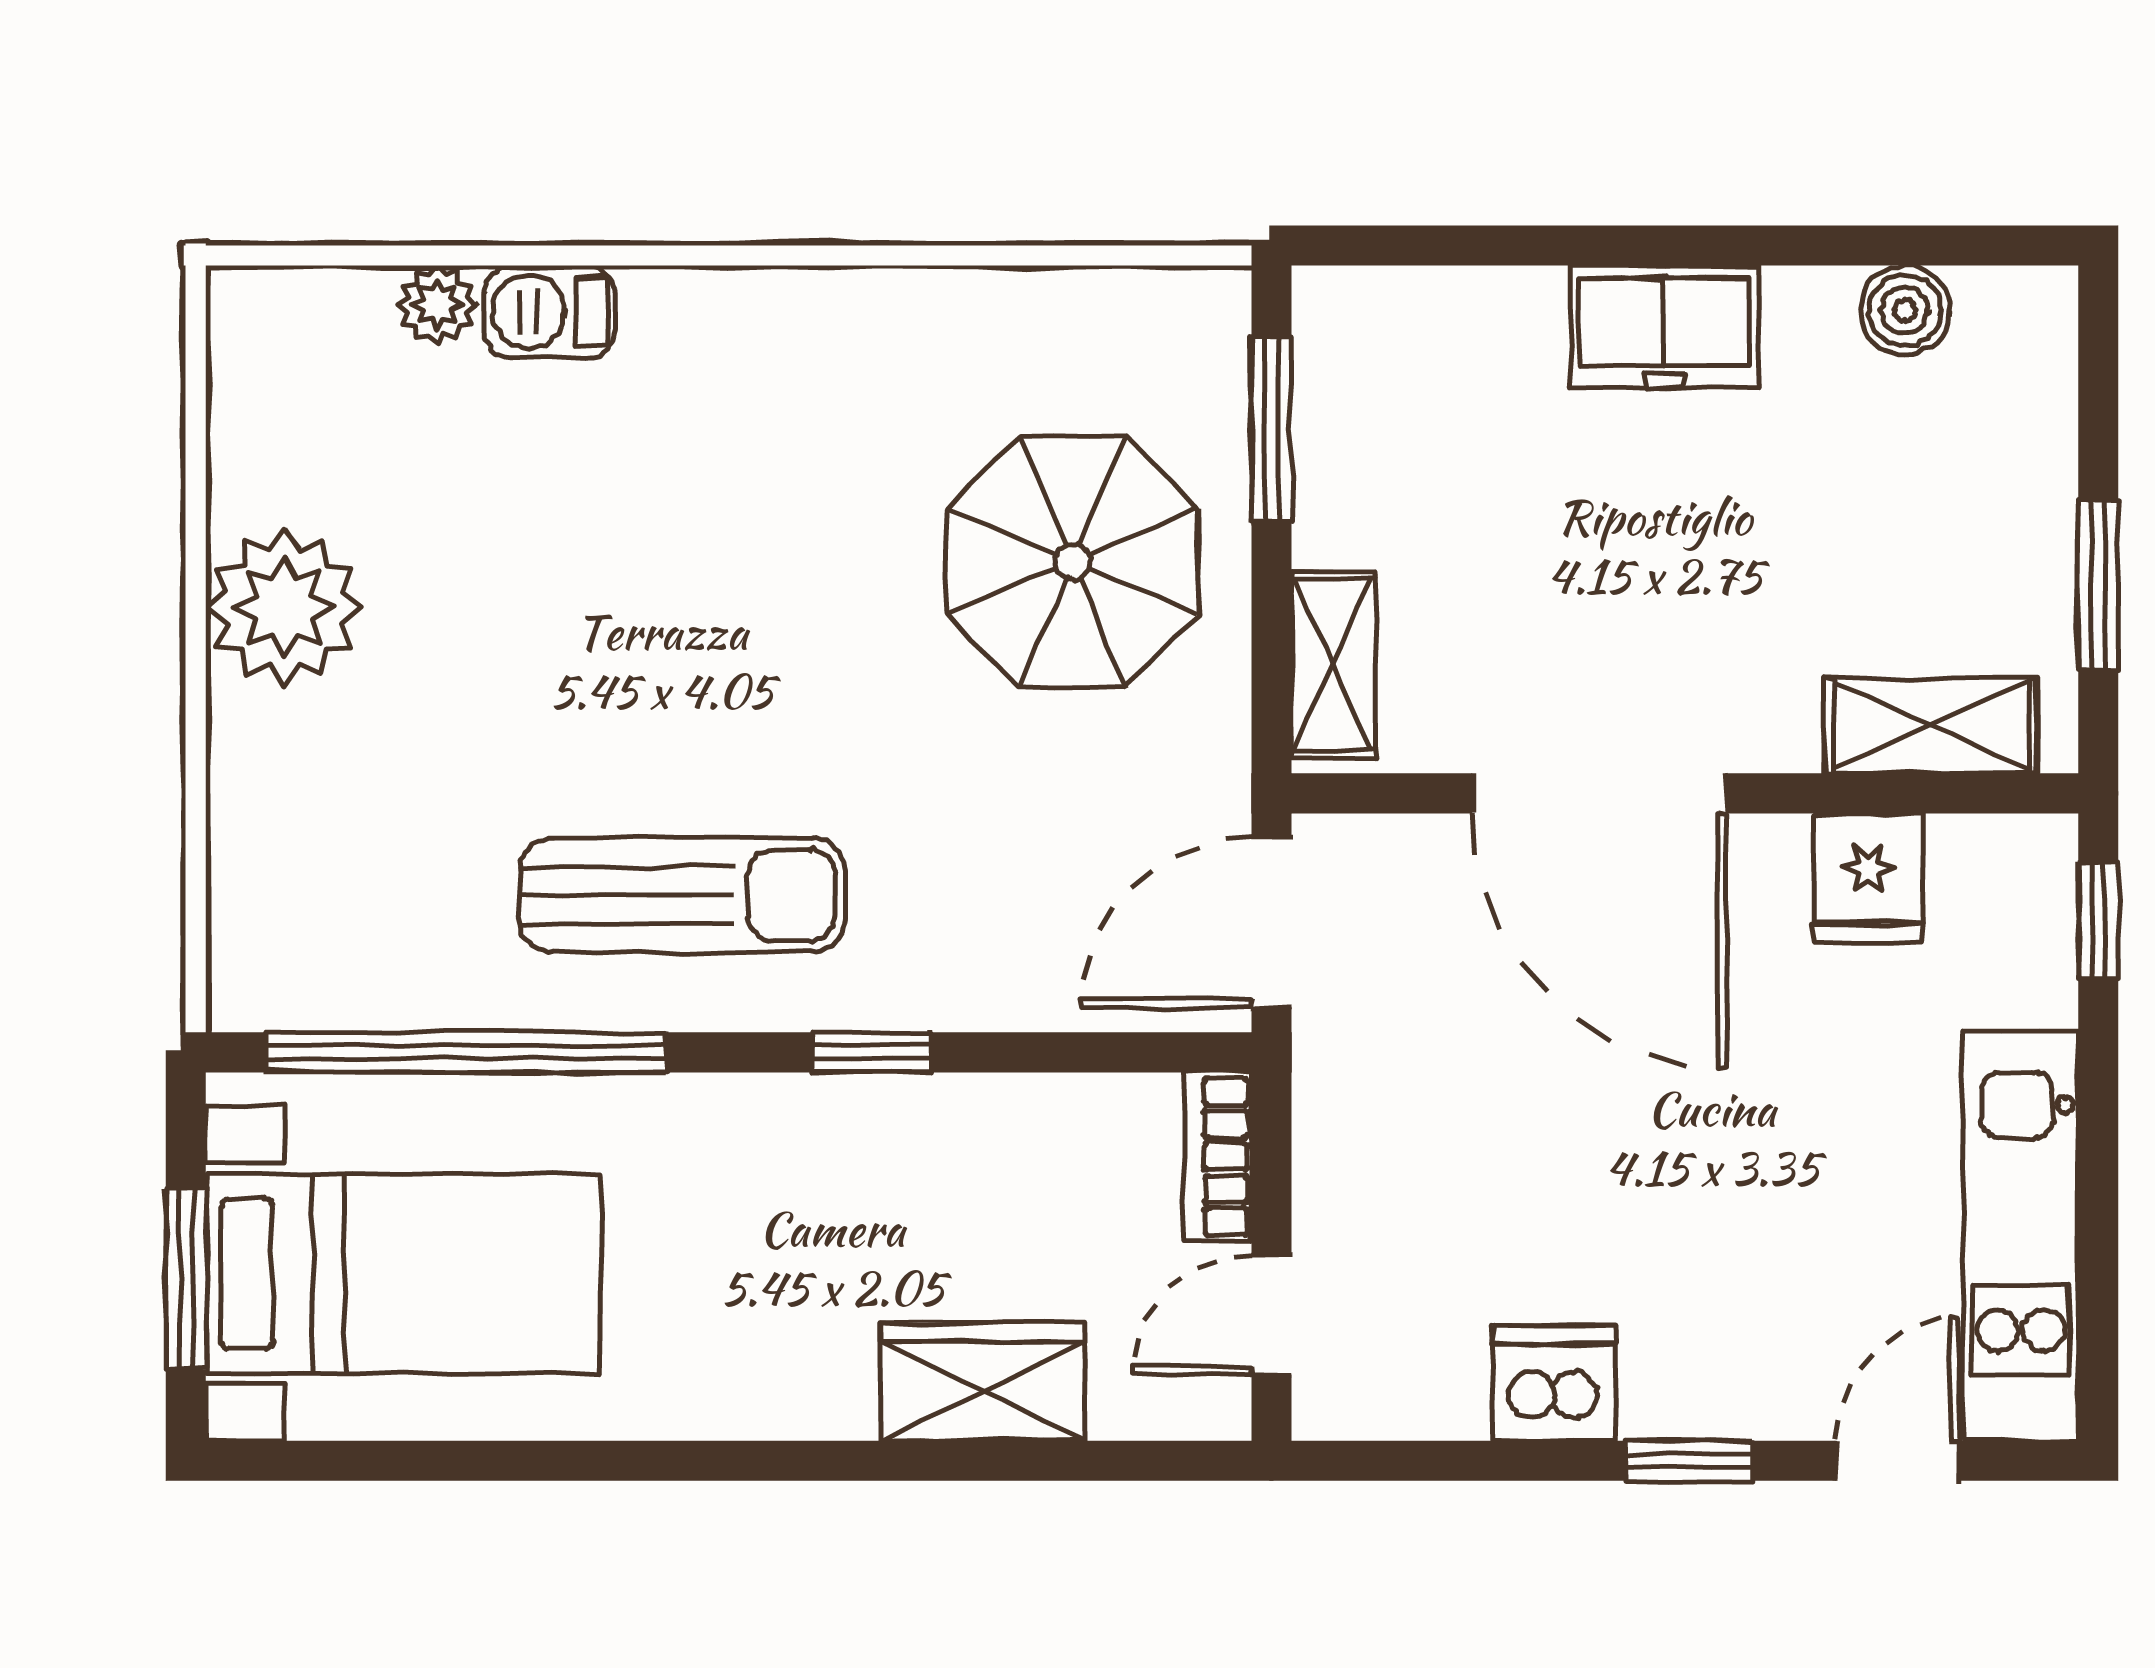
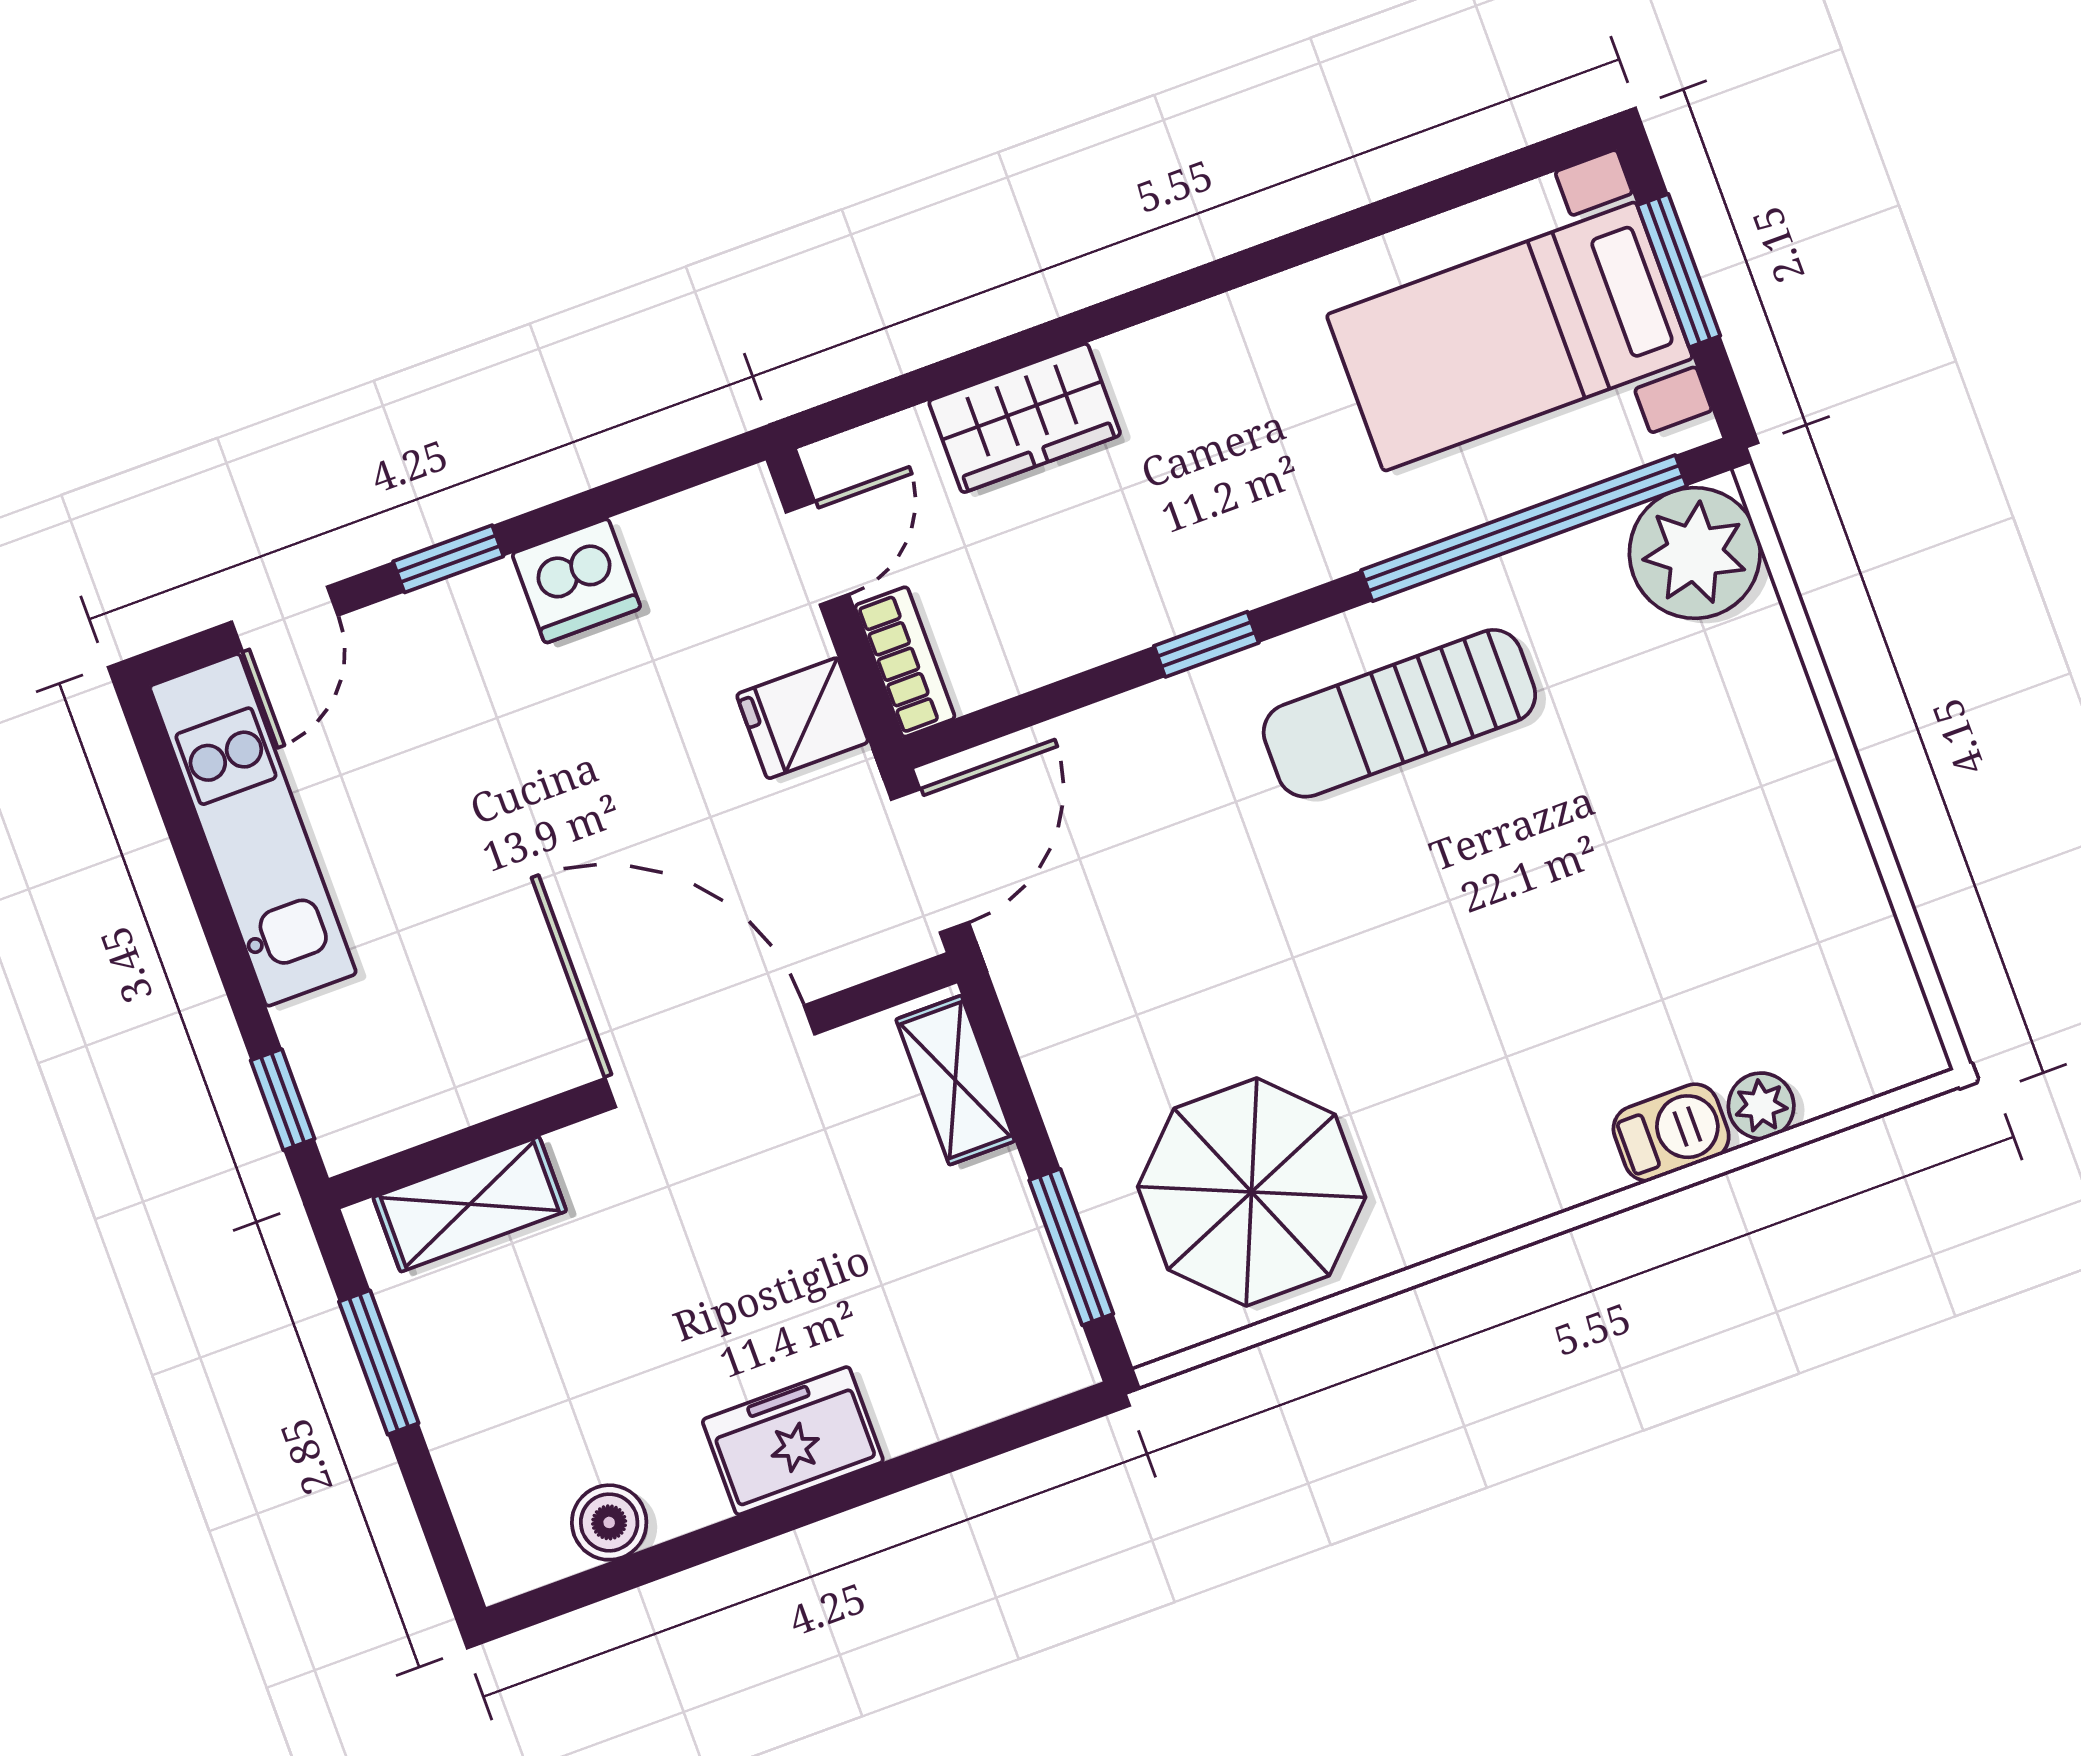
parasol: (1072, 562) -> (1252, 1192), moved
plant: (284, 607) -> (1695, 553), moved
fridge: (1868, 878) -> (802, 718), moved, turned -90

